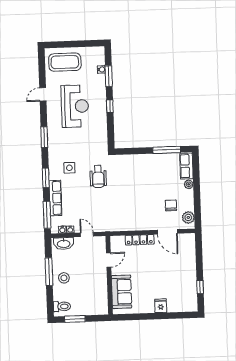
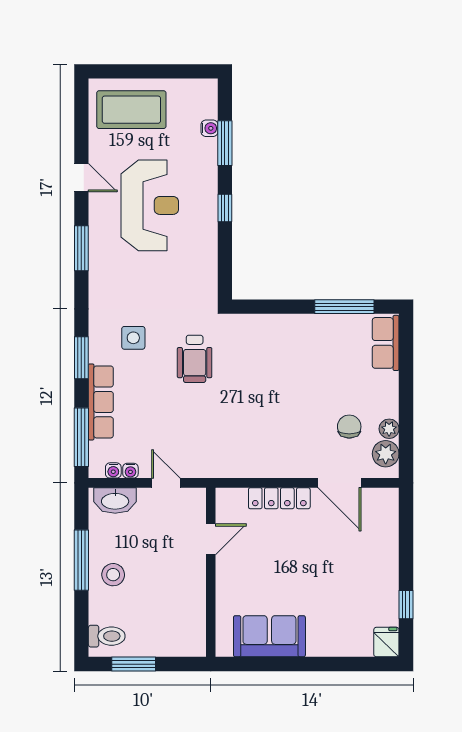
door: (43, 94) -> (81, 178), swing flipped
window: (44, 137) -> (81, 248), moved
plant: (189, 184) -> (389, 429), moved
sofa: (122, 292) -> (269, 636), moved, turned -90
fridge: (161, 306) -> (386, 642), moved

